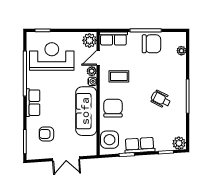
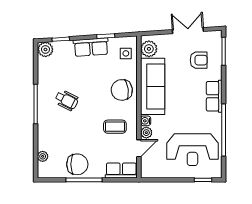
plant: (89, 40) -> (149, 49), moved
chair: (151, 44) -> (77, 164), turned 180
chair: (113, 108) -> (122, 90), turned 82
side table: (109, 140) -> (126, 53), width x0.54, depth x0.54
double door: (66, 159) -> (188, 31), moved

